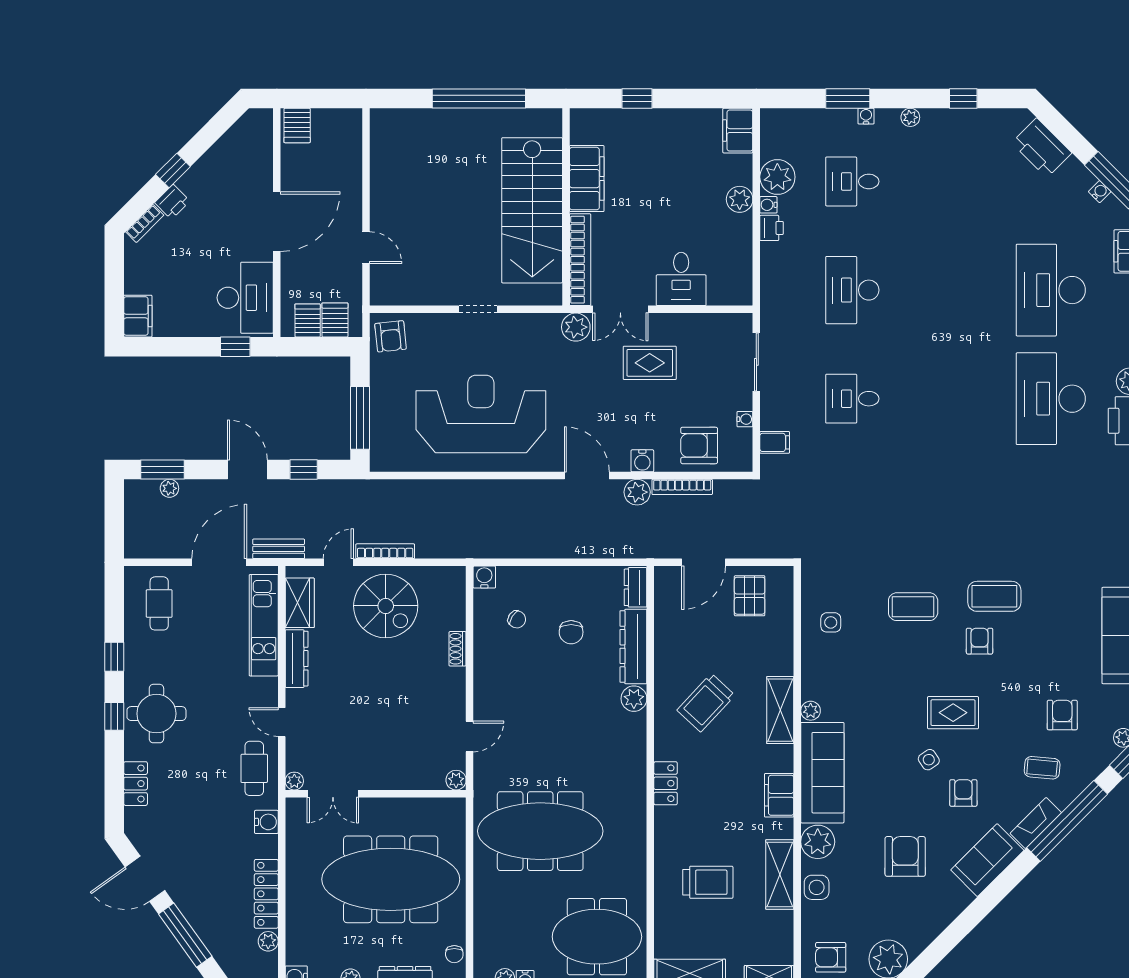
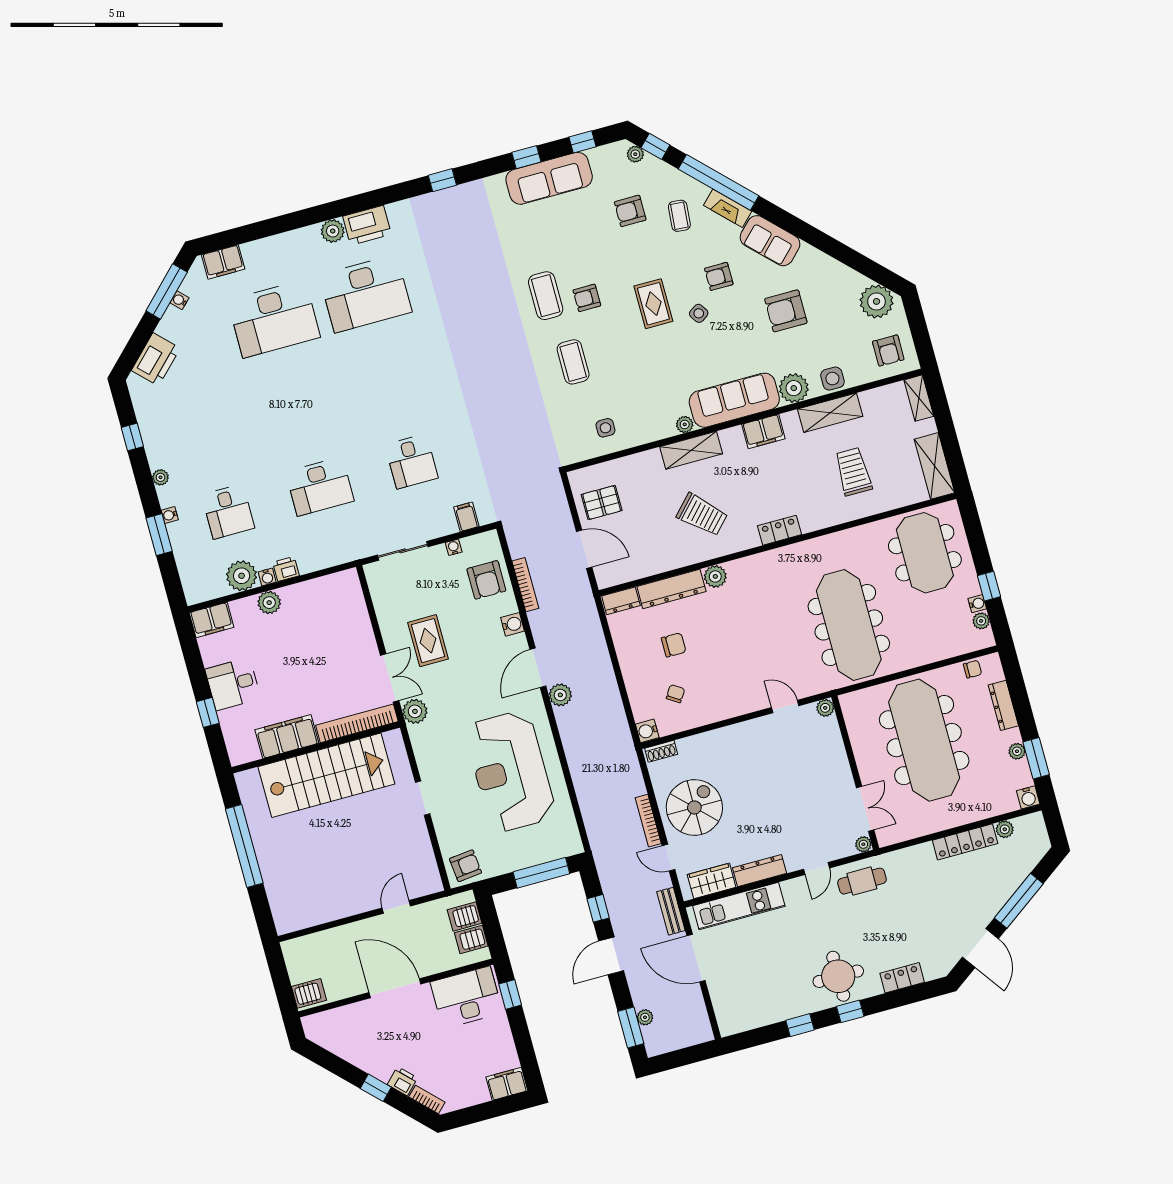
desk: (681, 279) -> (233, 684), moved, turned 180
plant: (637, 492) -> (560, 695), moved
cafe table: (159, 603) -> (745, 999), removed
shoe rack: (458, 649) -> (661, 751), moved
water cooler: (266, 822) -> (904, 858), removed

